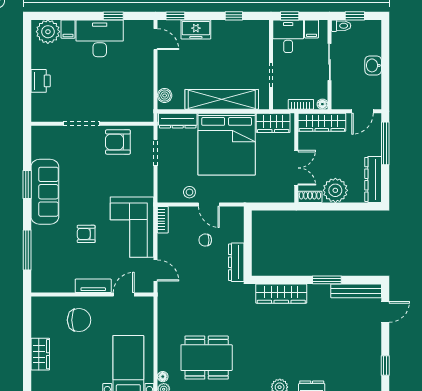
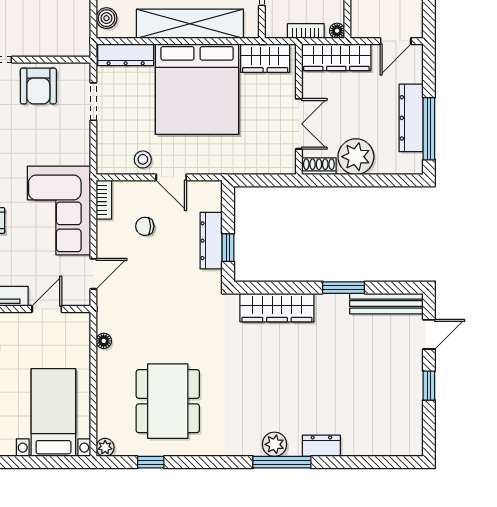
armchair: (118, 142) -> (38, 86), turned -90
window: (385, 143) -> (429, 129), moved
dresser: (373, 179) -> (411, 118), moved
chair: (205, 240) -> (145, 226), moved
window: (248, 253) -> (228, 248), added
dresser: (236, 262) -> (211, 241), moved
door: (156, 270) -> (93, 274), hinge flipped
dining table: (207, 358) -> (168, 401), turned 90
window: (385, 366) -> (429, 386), moved
floor lamp: (163, 377) -> (104, 341), moved

